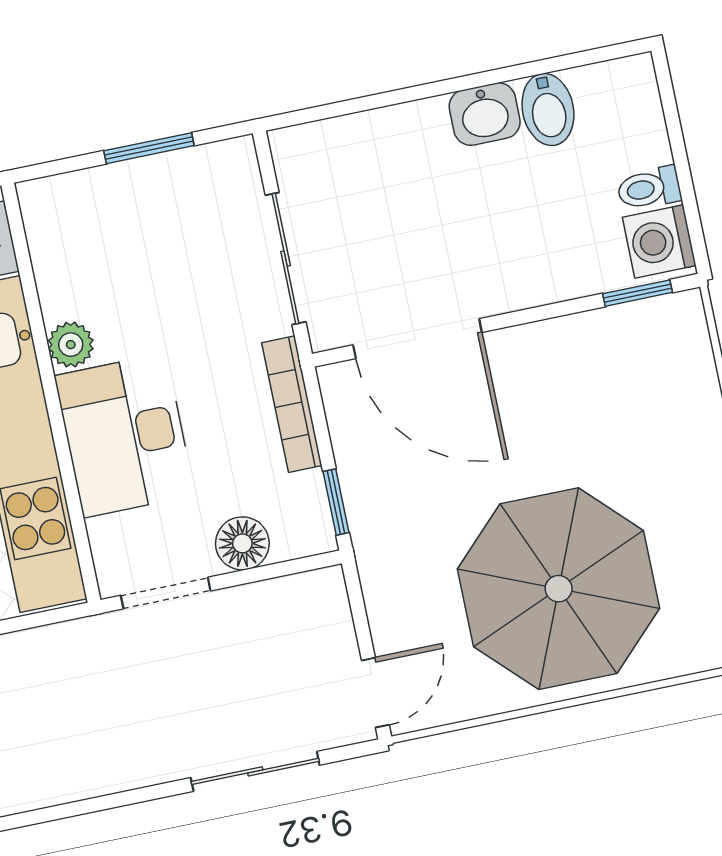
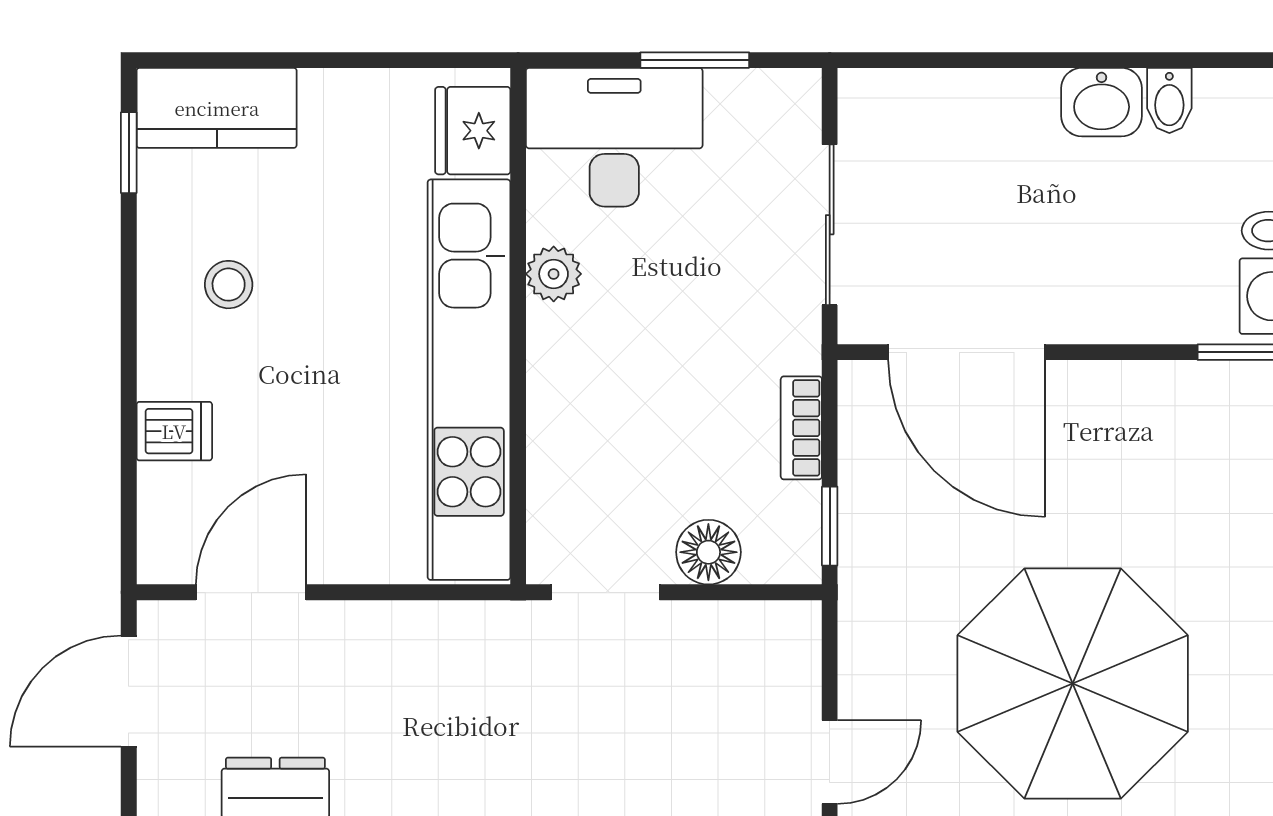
bidet: (548, 109) -> (1169, 100), width x0.72, depth x0.74
bookcase: (292, 404) -> (801, 428), width x0.64
desk: (125, 435) -> (614, 137), moved, turned 90

